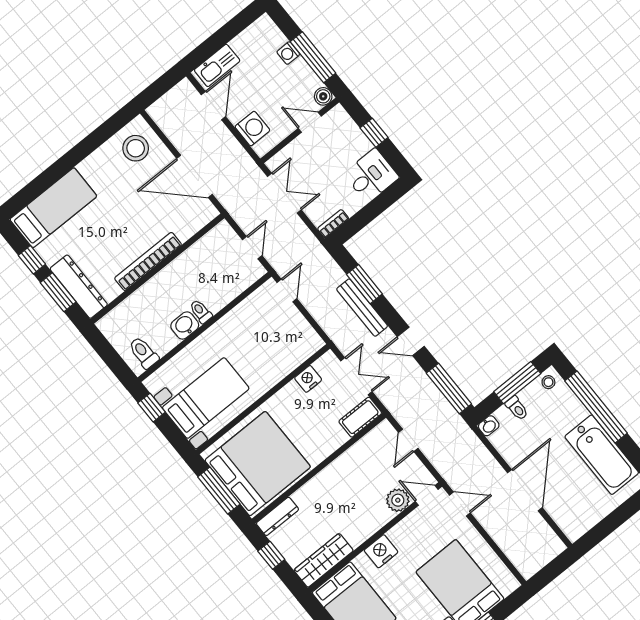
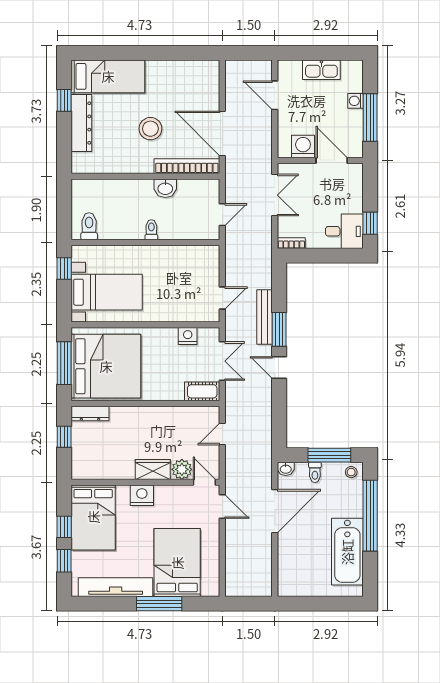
kitchen sink: (217, 65) -> (321, 70), moved
boiler: (323, 96) -> (355, 150), removed
door: (213, 106) -> (275, 95), swing flipped
door: (310, 122) -> (332, 160), width x1.38
washing machine: (252, 129) -> (303, 146), moved, turned -90
window: (374, 133) -> (370, 223), moved
stool: (136, 148) -> (150, 129), moved
bookcase: (148, 261) -> (187, 166), moved
window: (364, 284) -> (279, 329), moved
dresser: (79, 287) -> (81, 123), moved
door: (287, 291) -> (222, 298), moved
window: (58, 292) -> (64, 137), removed
washbasin: (185, 325) -> (165, 188), moved, turned 180
window: (449, 389) -> (279, 421), removed
door: (525, 490) -> (275, 511), moved
wardrobe: (324, 560) -> (153, 469), moved, width x0.67

